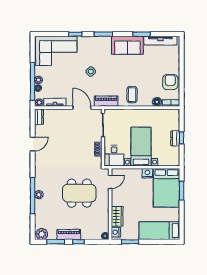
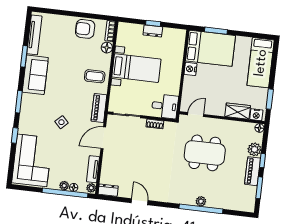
bed with nightstands: (141, 147) -> (136, 68), moved, turned 180
door: (110, 182) -> (196, 115), hinge flipped
dining table: (79, 193) -> (205, 153), turned 90
plant: (42, 234) -> (254, 149), moved

